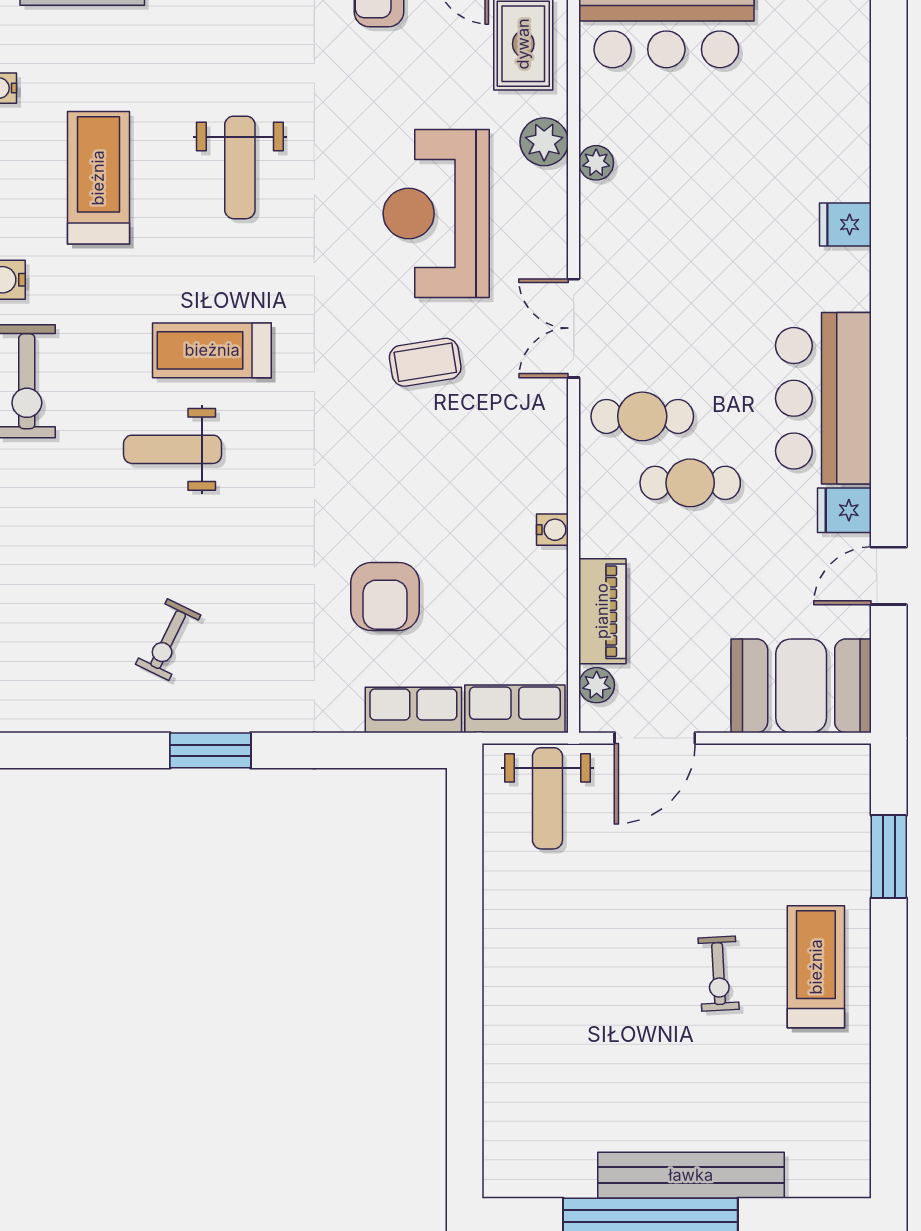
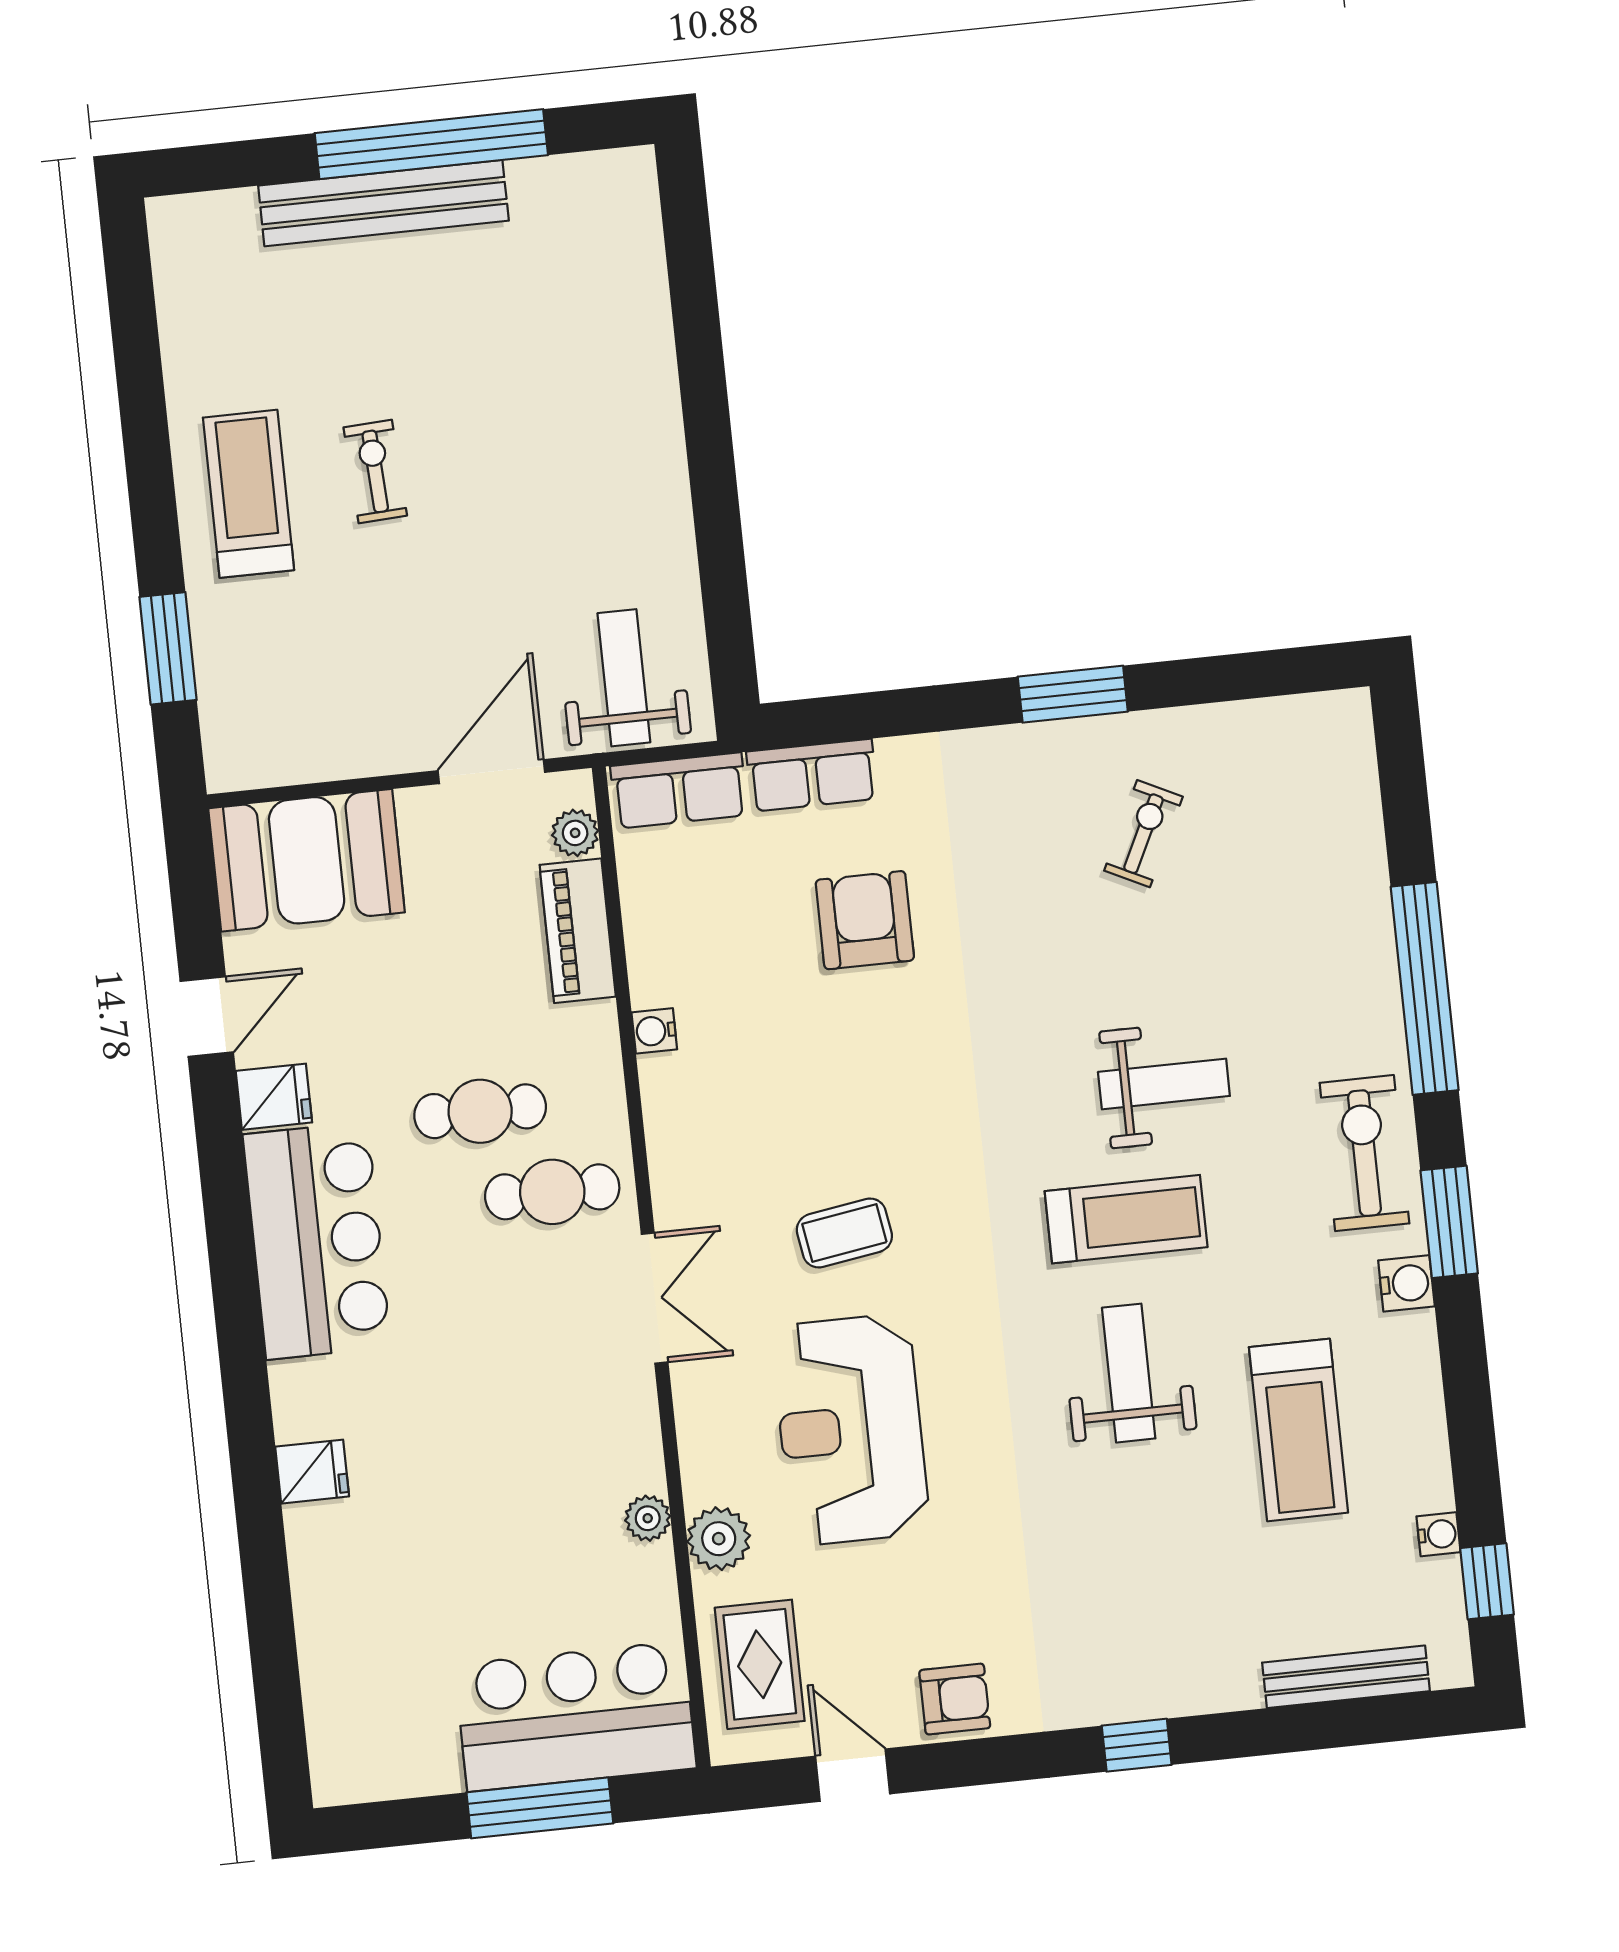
weight bench: (240, 167) -> (1129, 1373), moved
reception desk: (436, 214) -> (851, 1430), turned 180
treadmill: (816, 967) -> (248, 494), turned 180

